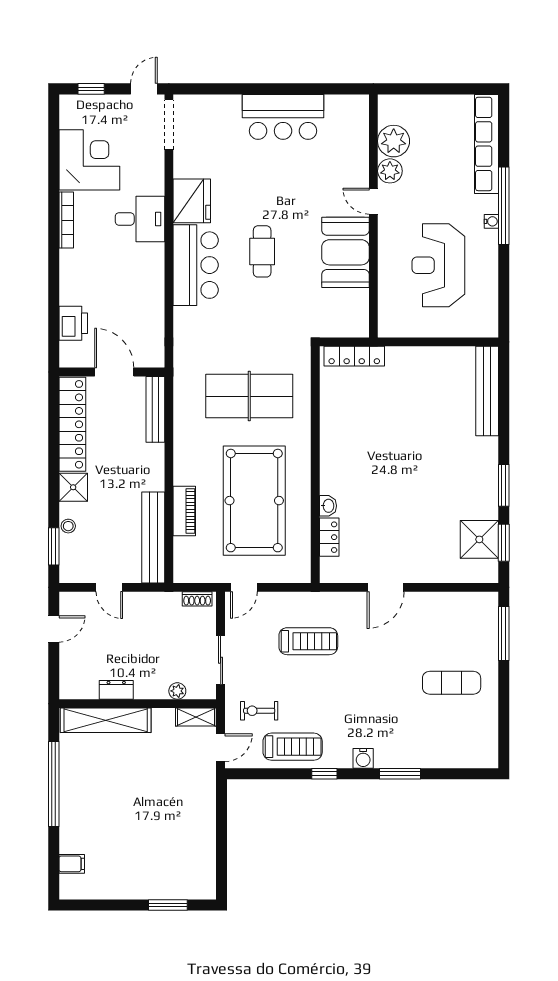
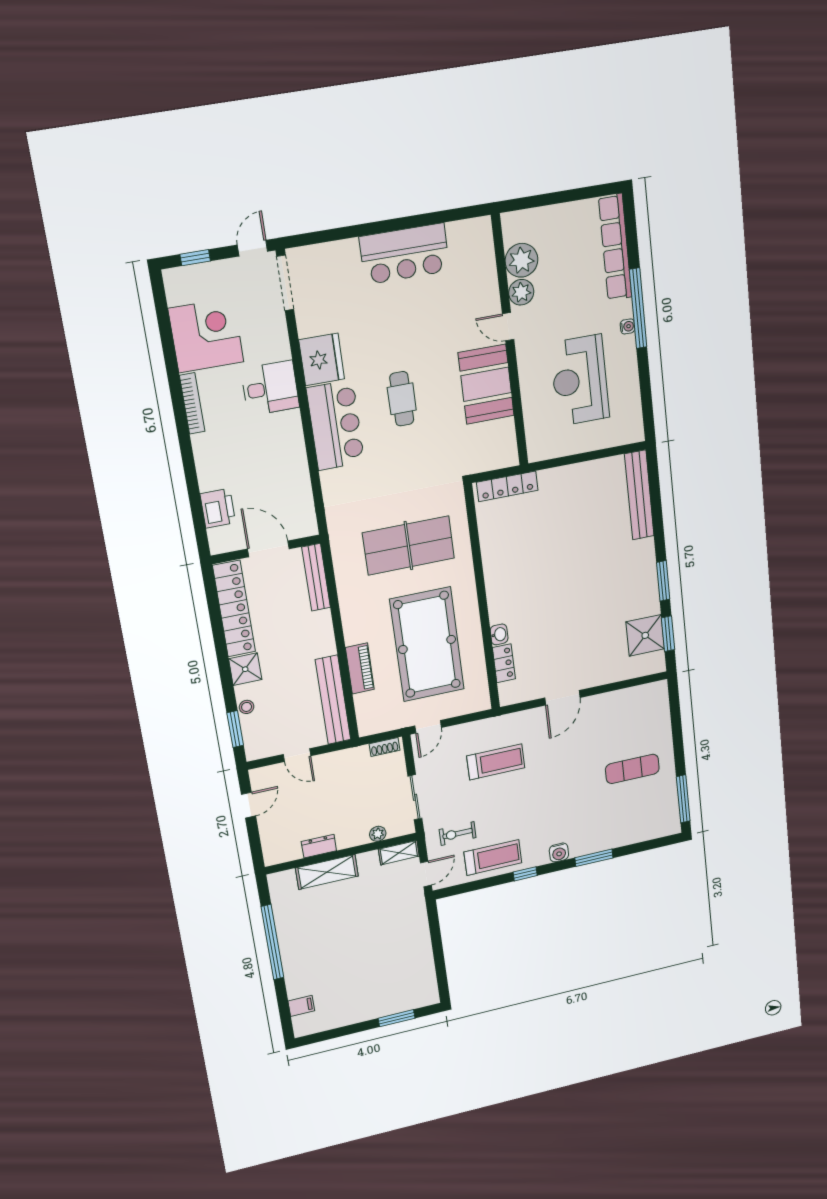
window: (504, 633) -> (683, 799), moved
shelving: (106, 720) -> (327, 872), width x0.68

